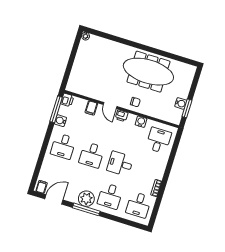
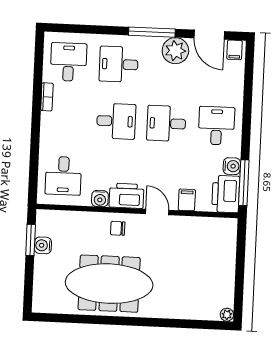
printer: (67, 100) -> (226, 194), width x1.87, depth x1.48
printer: (122, 116) -> (127, 196), width x1.87, depth x1.48
desk: (92, 155) -> (166, 123), turned -90
desk: (110, 196) -> (119, 64), turned -90
door: (54, 199) -> (209, 35), hinge flipped
plant: (86, 199) -> (175, 51), moved

